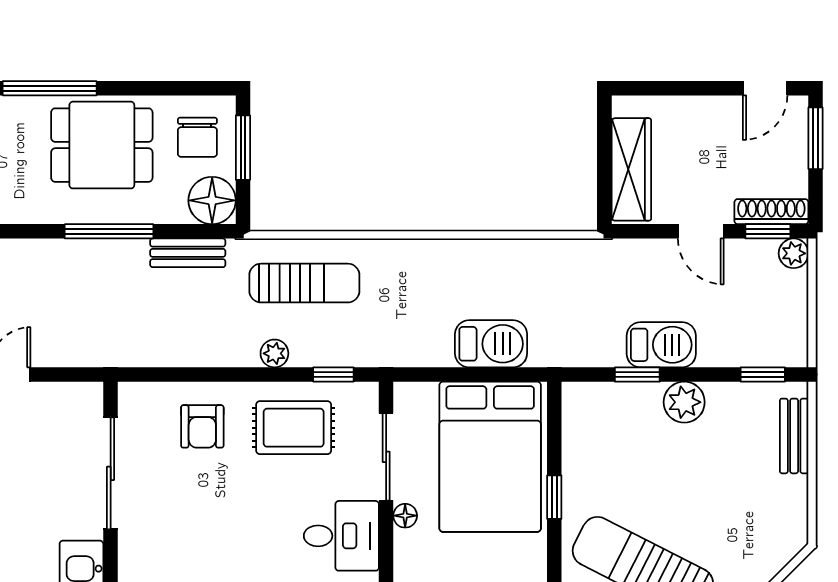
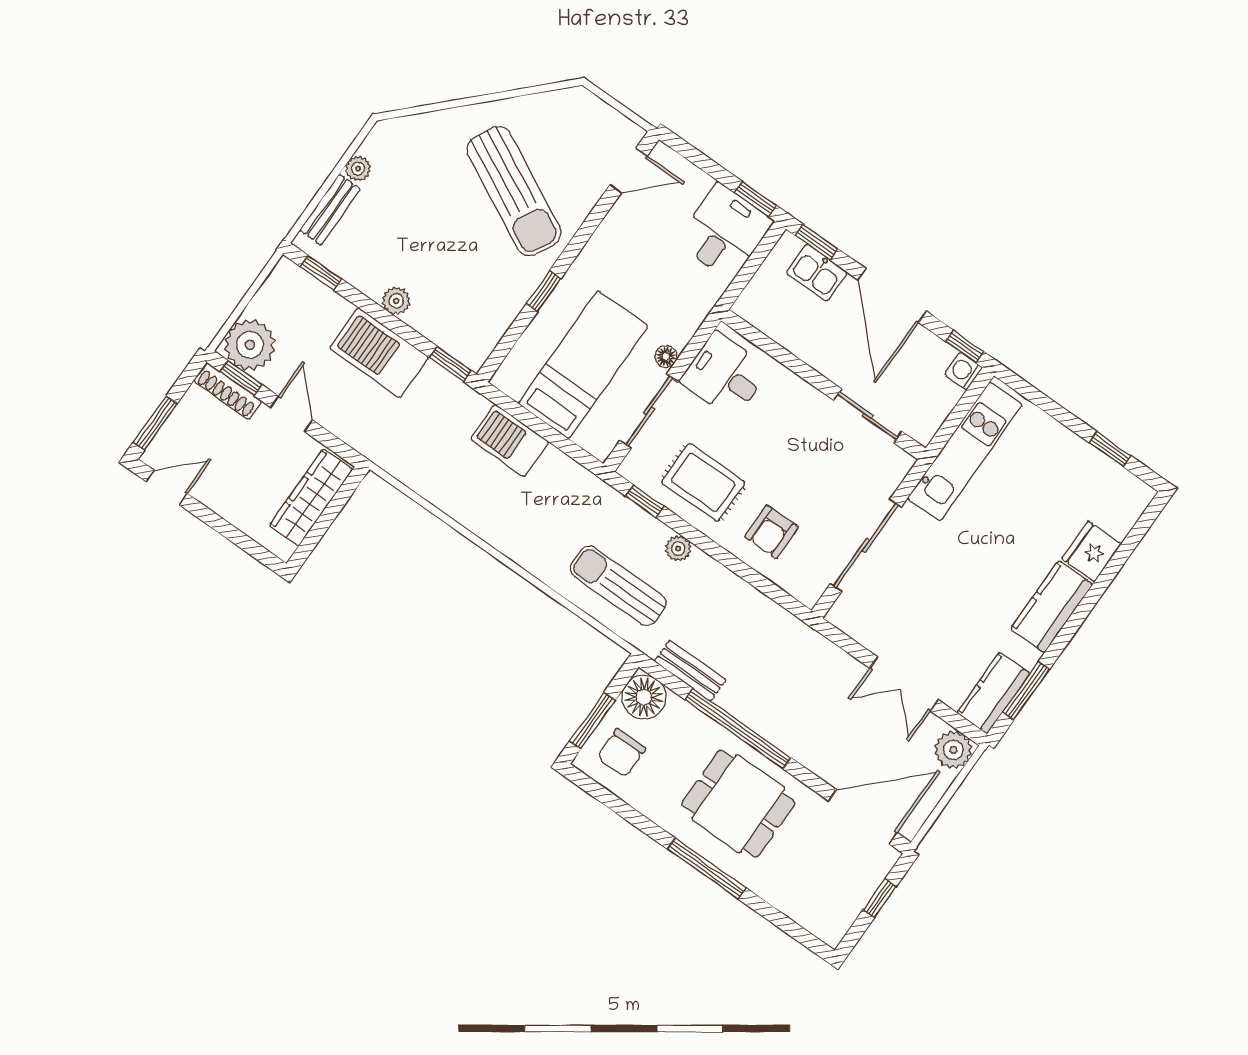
chair: (197, 137) -> (621, 753), turned 180
dining table: (102, 145) -> (738, 804), moved
window: (109, 231) -> (738, 729), width x1.46
plant: (794, 253) -> (250, 345), width x1.88, depth x1.88
barbecue: (661, 345) -> (379, 353), width x1.37, depth x1.21
window: (637, 374) -> (450, 364), moved
plant: (684, 402) -> (396, 301), width x0.73, depth x0.73
armchair: (202, 426) -> (772, 532), turned 180
bed: (490, 457) -> (583, 365), width x0.67
plant: (795, 490) -> (358, 169), added

